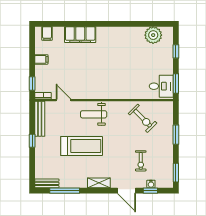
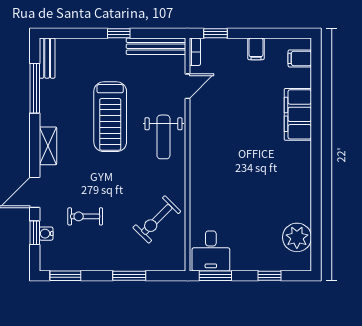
weight bench: (94, 114) -> (163, 137), turned 180

